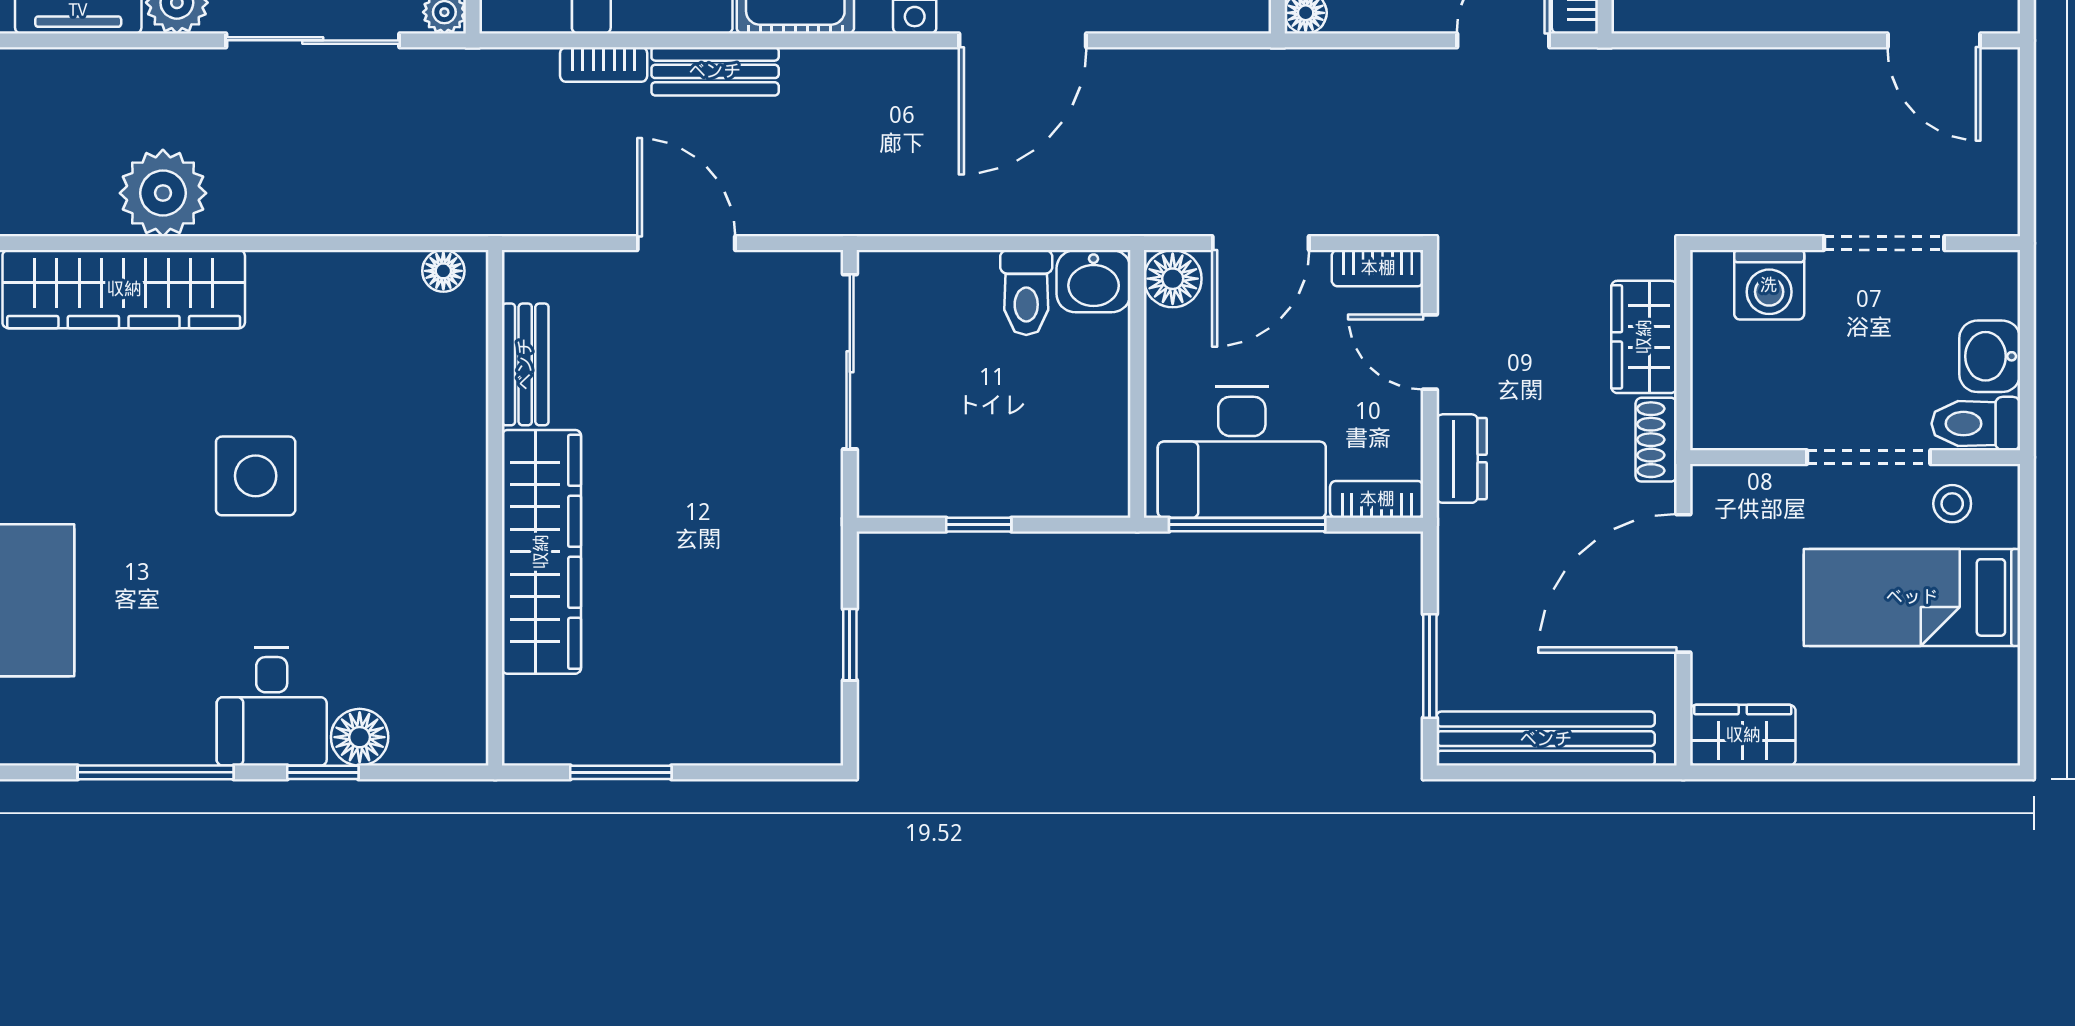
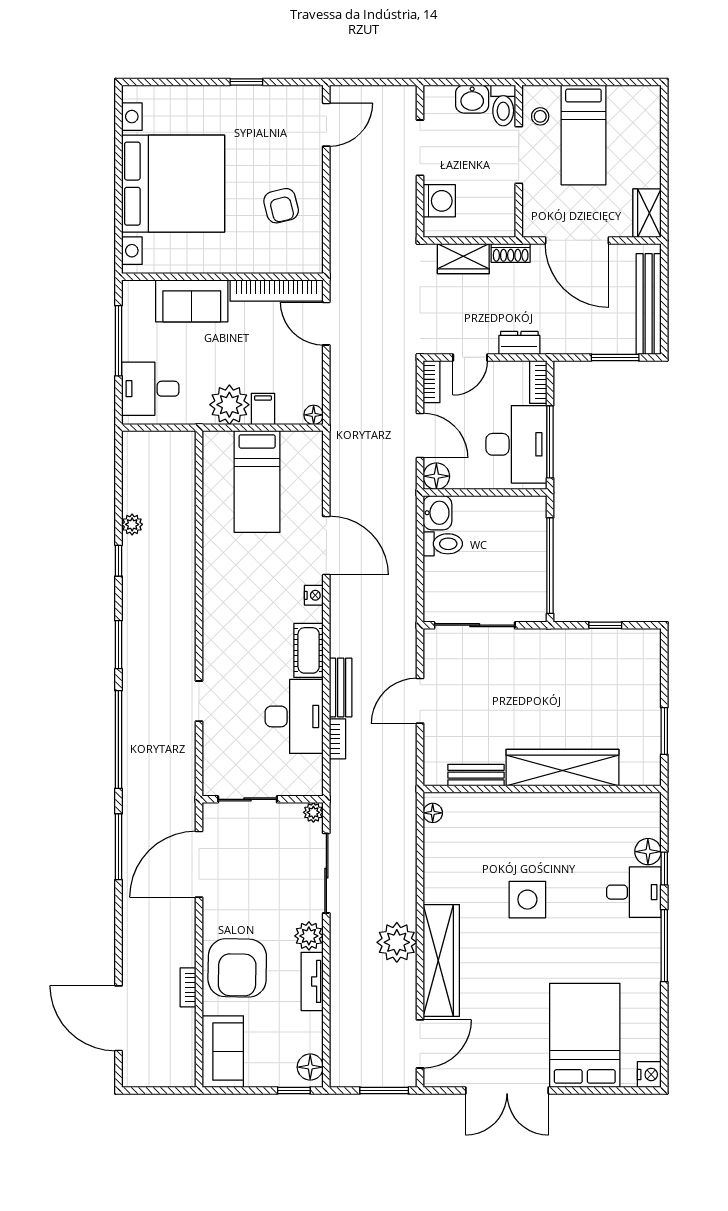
window: (979, 525) -> (550, 566), width x3.17

